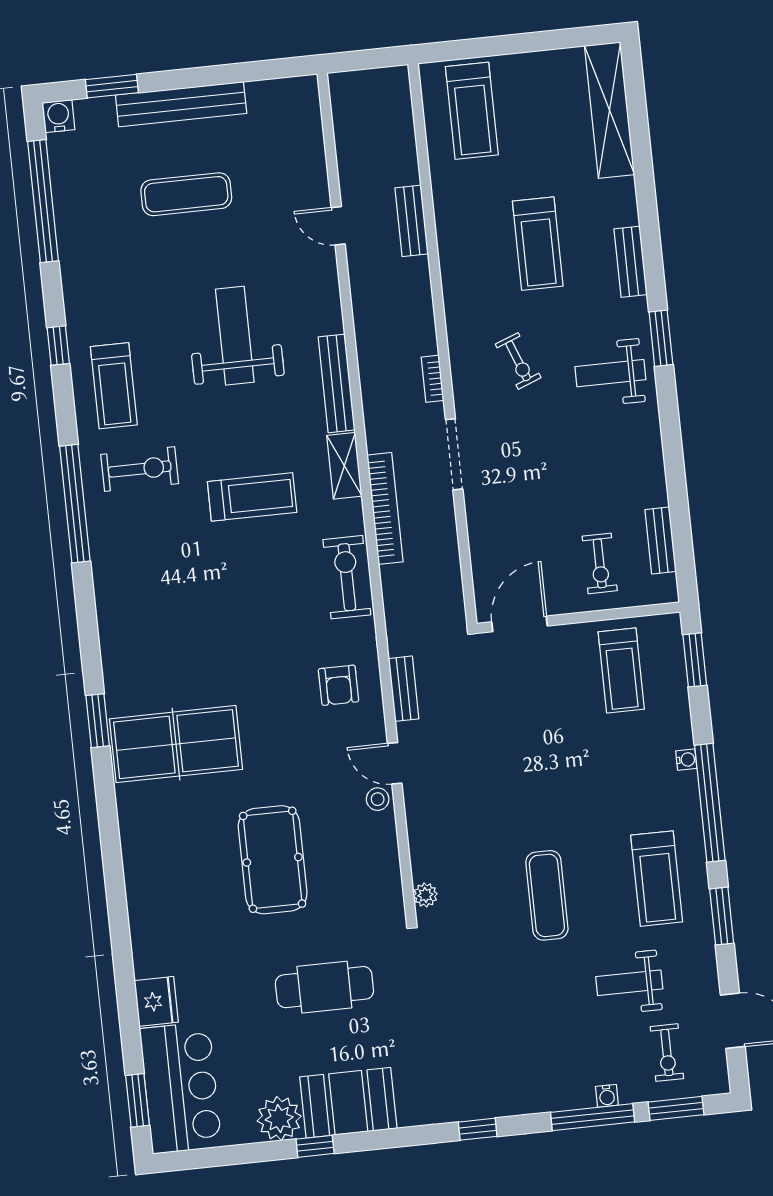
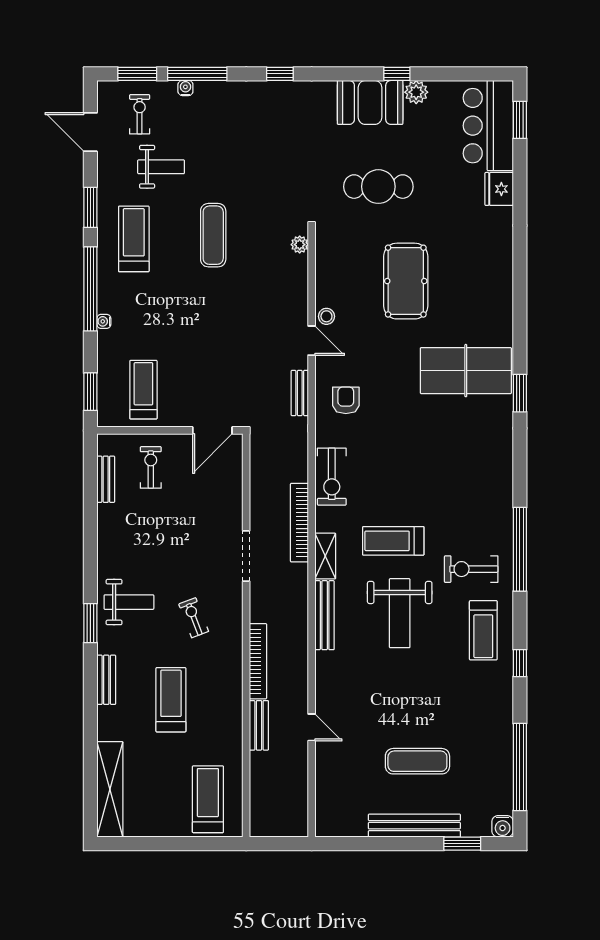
weight bench: (235, 336) -> (400, 613), moved
bookcase: (432, 379) -> (258, 661), moved, width x2.31, depth x1.31
treadmill: (114, 386) -> (483, 630), turned 180
plant: (279, 1118) -> (416, 92), width x0.73, depth x0.73

